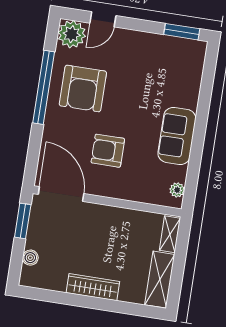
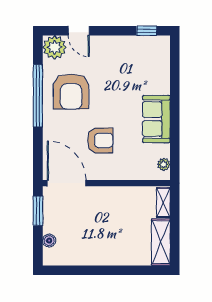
door: (103, 19) -> (79, 31), hinge flipped
window: (182, 32) -> (147, 31), width x0.67
armchair: (108, 151) -> (100, 140), turned 180
wardrobe: (93, 287) -> (106, 257), removed

